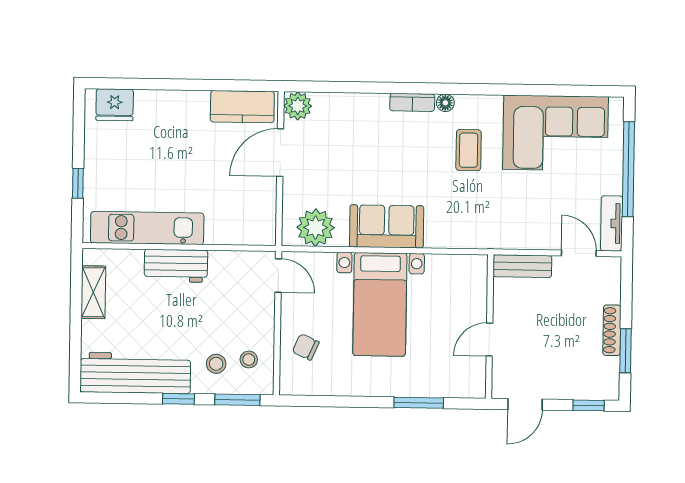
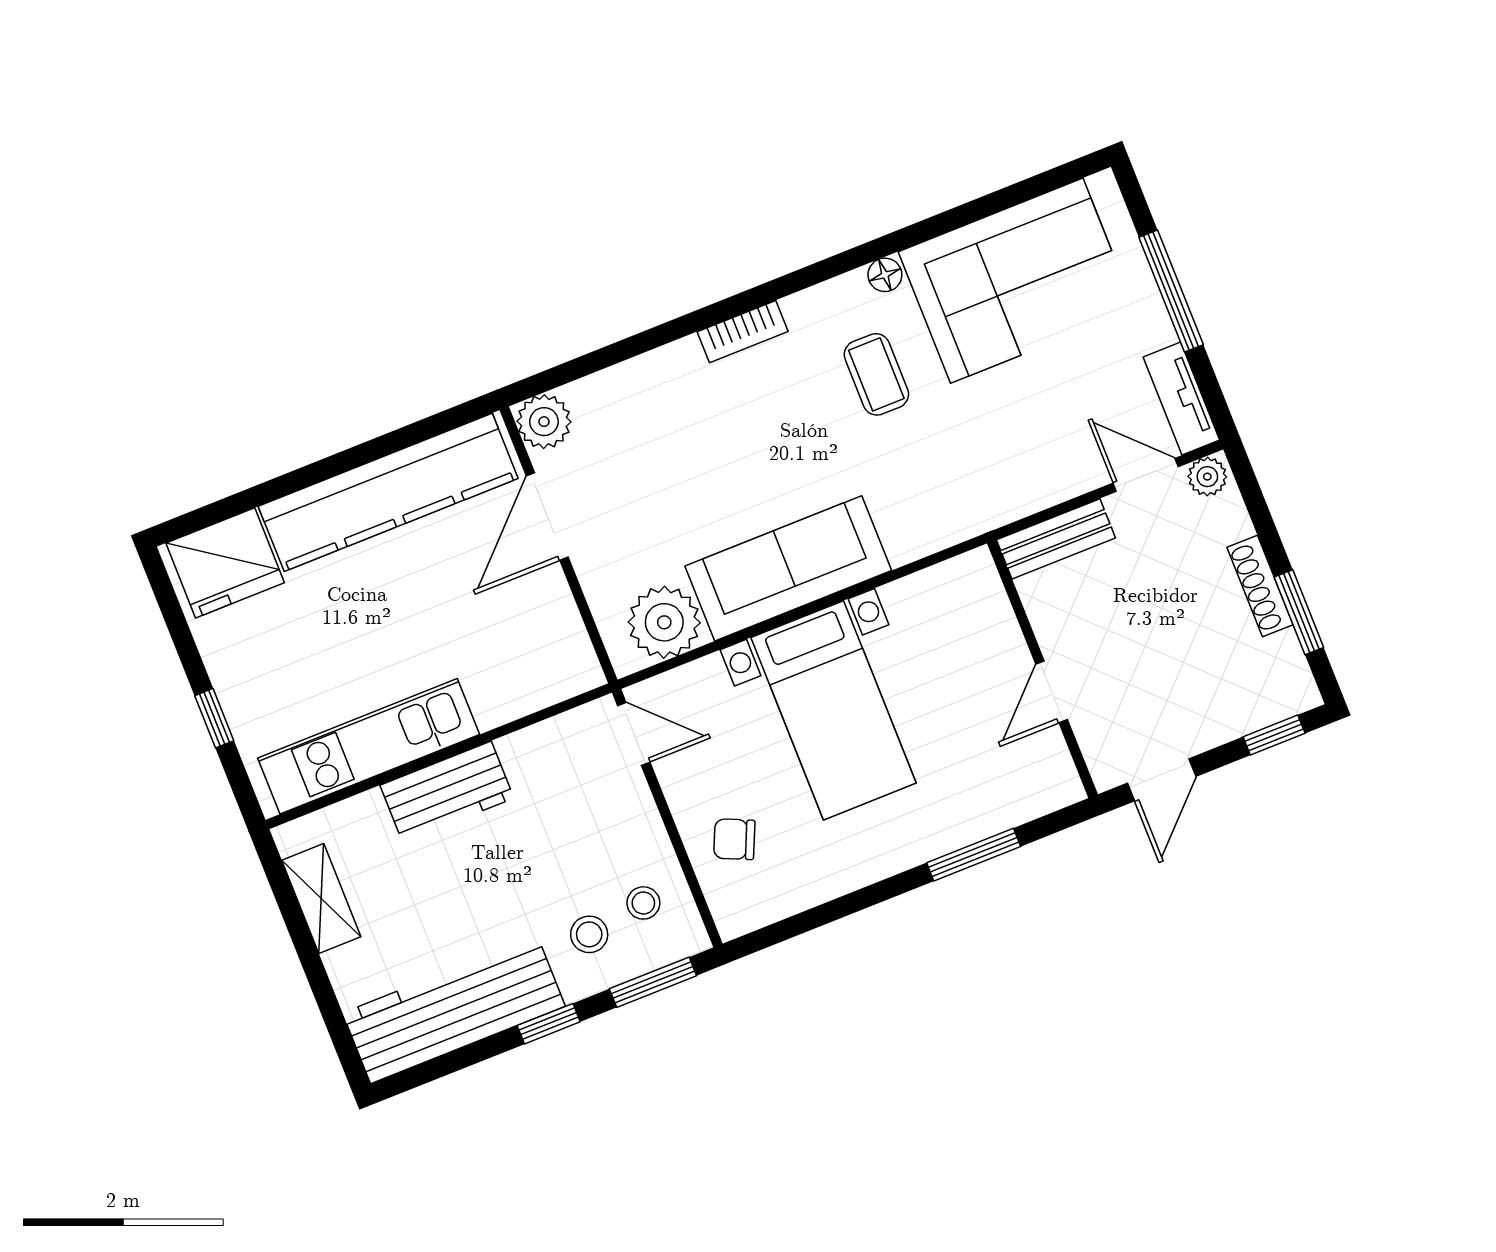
floor lamp: (445, 103) -> (885, 275), moved
fridge: (115, 105) -> (225, 563), width x1.36, depth x1.34
kitchen counter: (242, 107) -> (388, 492), width x2.08, depth x1.17
window: (628, 169) -> (1171, 291), width x0.68
sofa: (387, 226) -> (788, 568), width x1.36
plant: (608, 267) -> (1207, 477), added

